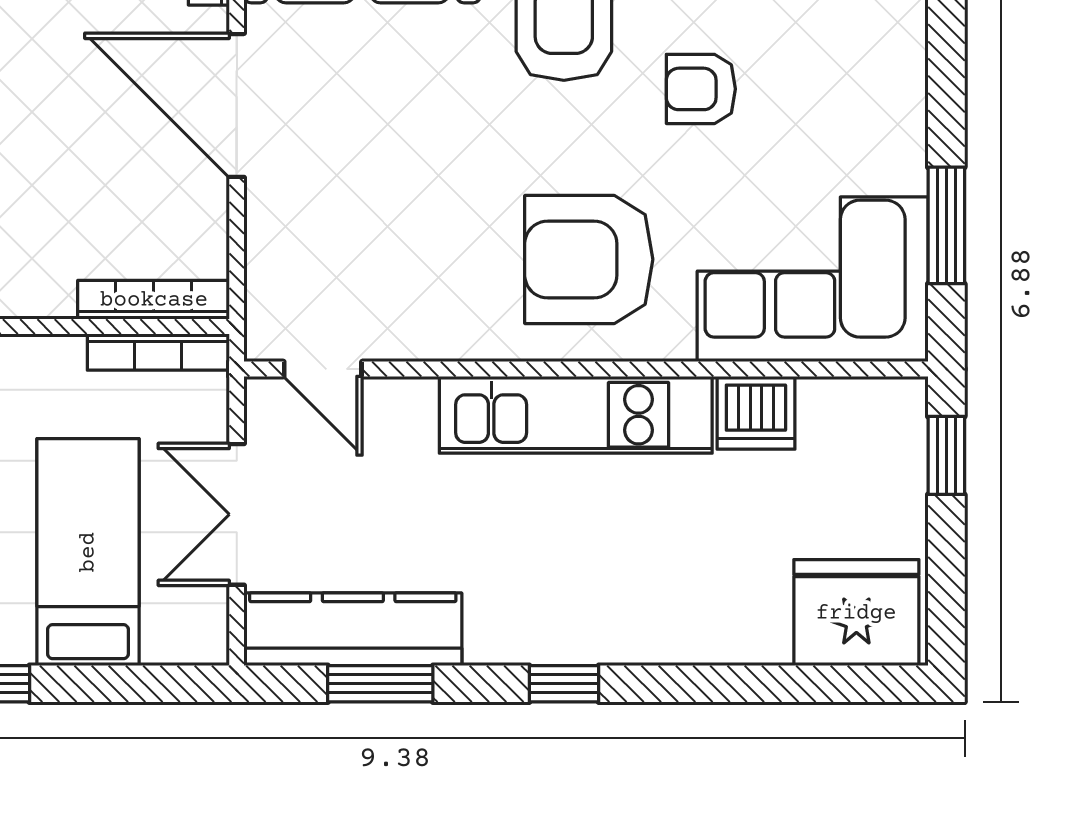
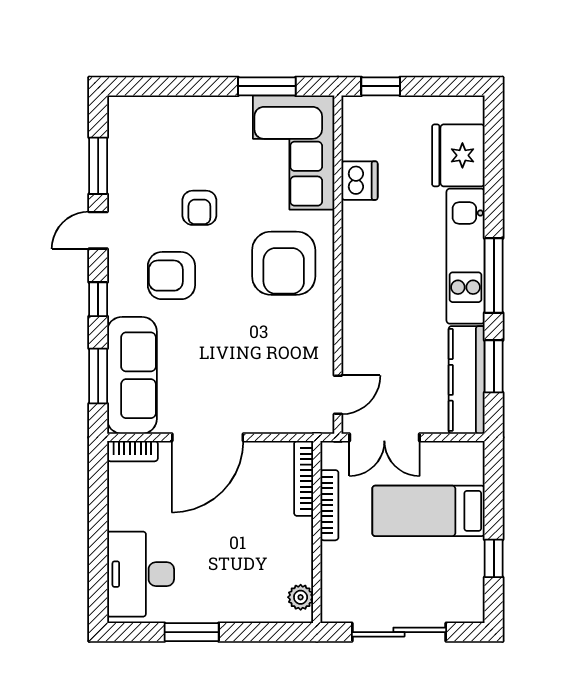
bookcase: (158, 352) -> (329, 505), moved
kitchen unit: (576, 415) -> (465, 256), moved, turned 180
double door: (237, 514) -> (384, 437), moved
fridge: (856, 613) -> (458, 155), moved
window: (564, 684) -> (494, 275), width x2.17

